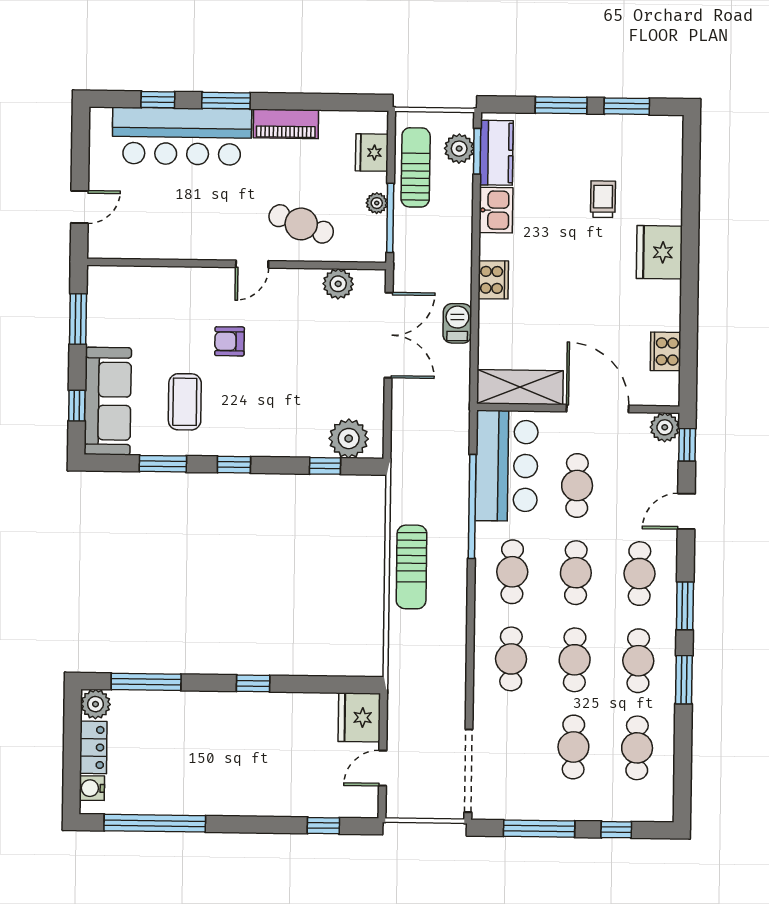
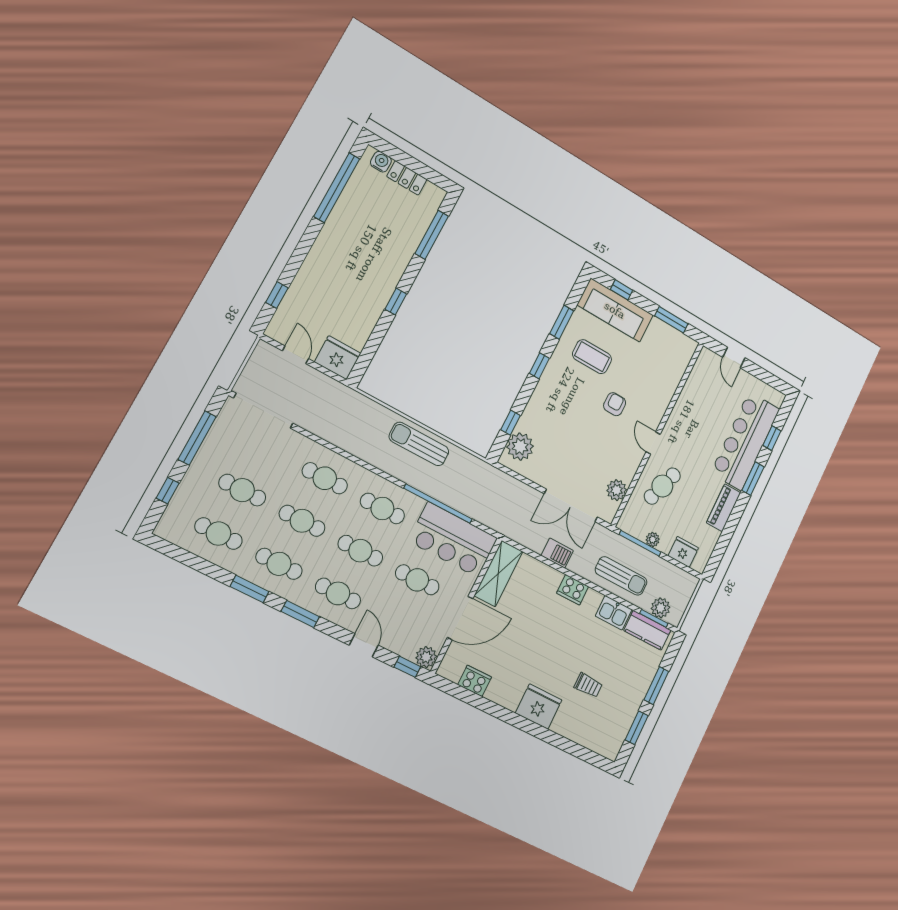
sun lounger: (416, 167) -> (621, 576), moved
plant: (96, 704) -> (434, 195), removed

